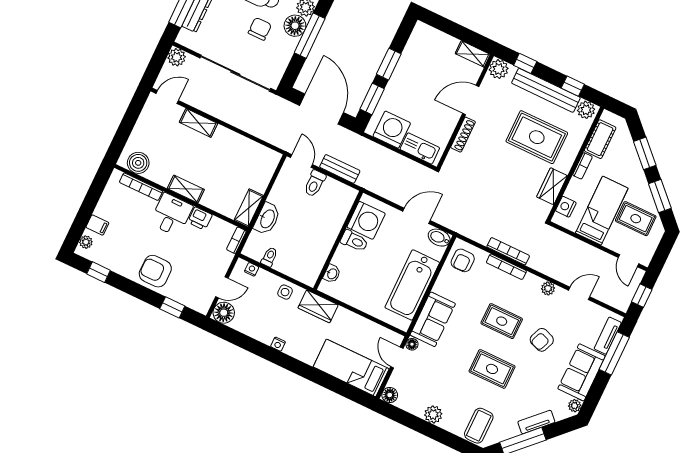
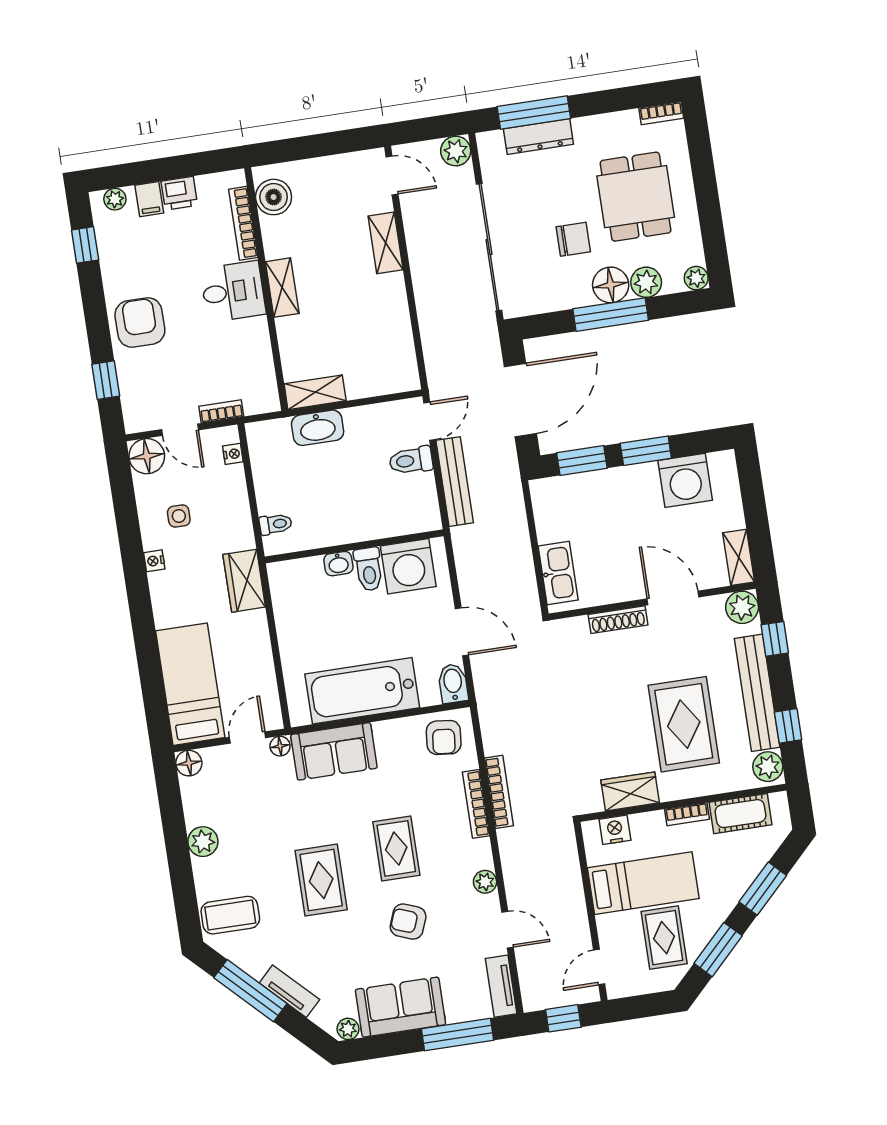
washing machine: (392, 130) -> (685, 480), moved, turned 90
bench: (340, 169) -> (455, 482), width x1.36
printer: (200, 218) -> (179, 193), moved, turned -90
bookcase: (236, 240) -> (221, 411), moved
toilet: (269, 257) -> (276, 524), moved
armchair: (463, 260) -> (444, 737), turned -84
washbasin: (332, 274) -> (338, 564), moved
side table: (285, 292) -> (179, 516), moved
tv unit: (608, 336) -> (501, 986), moved, turned -90

